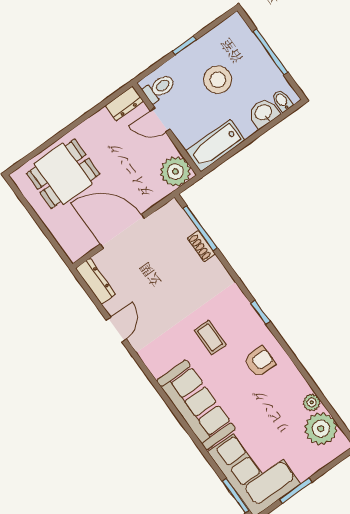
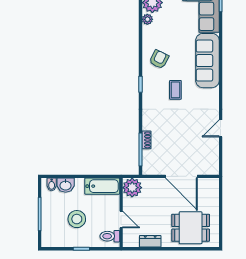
dresser: (124, 103) -> (150, 241), moved
dresser: (95, 281) -> (214, 161), removed
armchair: (260, 362) -> (159, 59), turned 117

